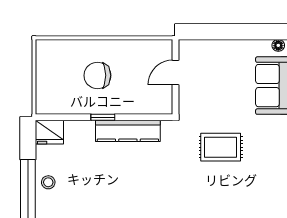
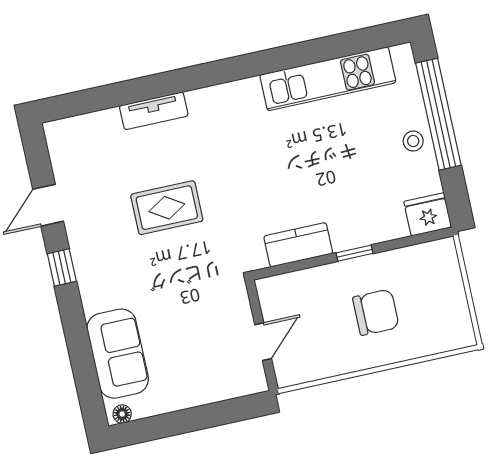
kitchen counter: (128, 131) -> (298, 245), width x0.67
rug: (221, 147) -> (167, 208), moved

